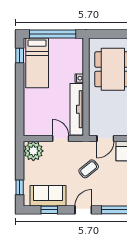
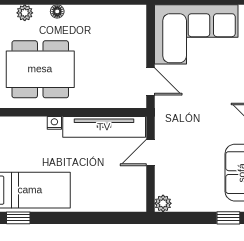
plant: (33, 151) -> (163, 203), width x0.53, depth x0.53
coffee table: (89, 169) -> (199, 108), removed

